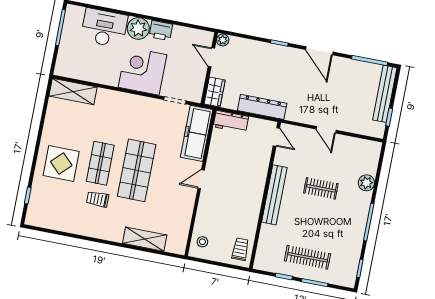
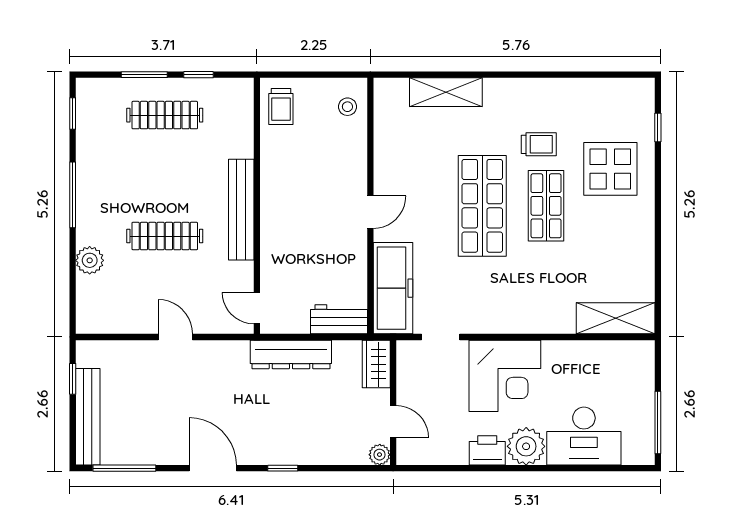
display table: (61, 163) -> (610, 169), moved
clothes rail: (321, 188) -> (165, 236), width x1.36

